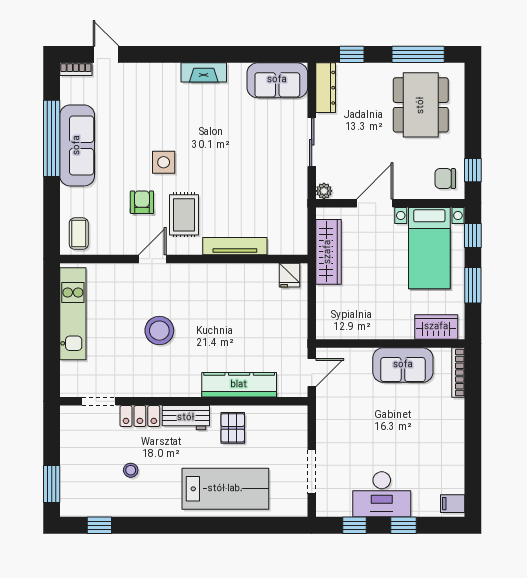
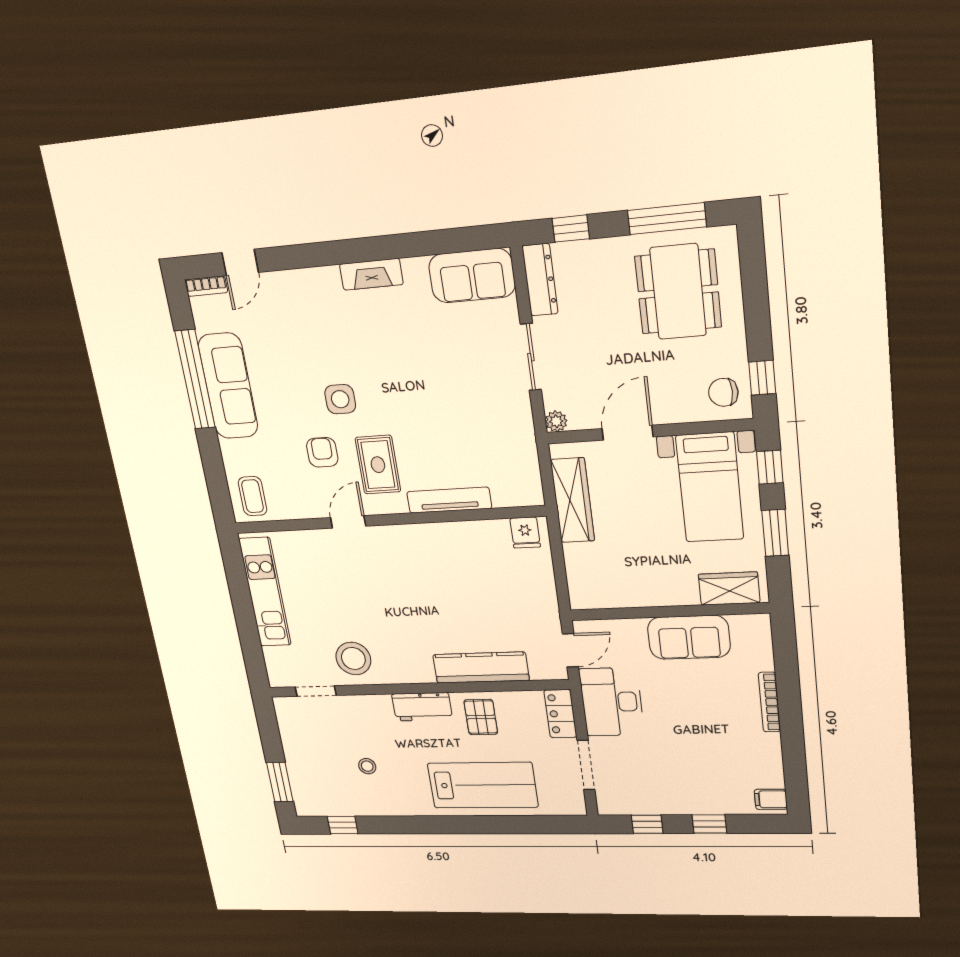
door: (106, 54) -> (240, 262), swing flipped
stool: (159, 331) -> (353, 658), moved
bookcase: (458, 373) -> (770, 702), moved
locker: (140, 416) -> (560, 714), moved, turned 90
desk: (382, 494) -> (612, 702), moved, turned 90

